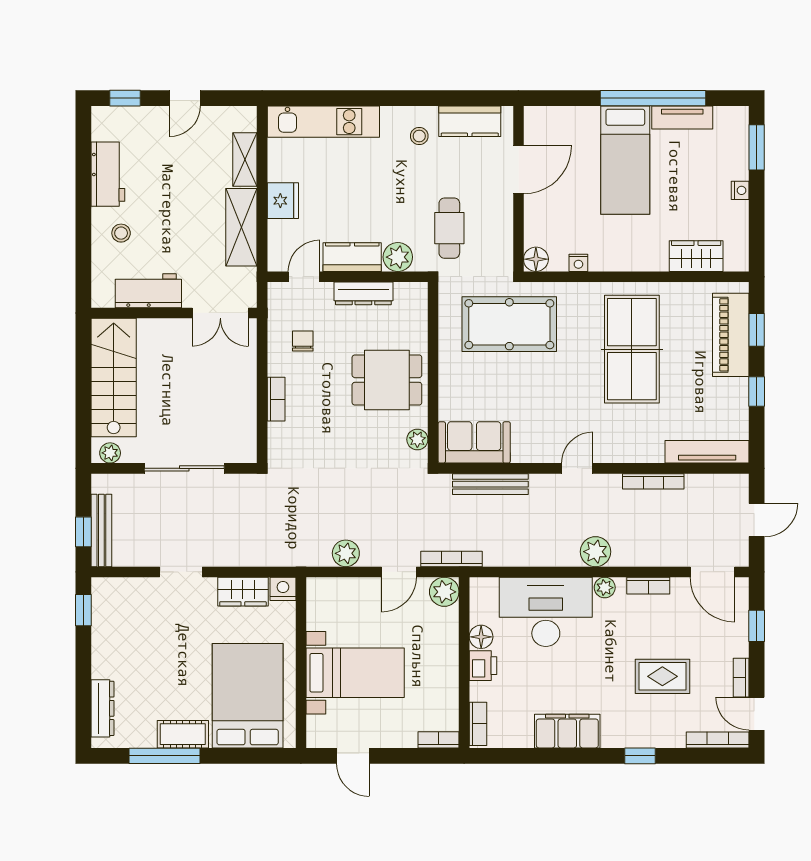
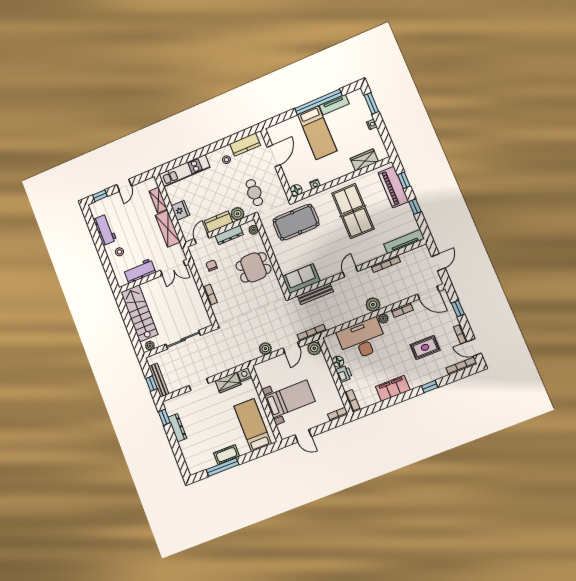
plant: (417, 439) -> (254, 230), moved
bed: (248, 696) -> (253, 425), width x0.67
dresser: (102, 708) -> (177, 428), moved

